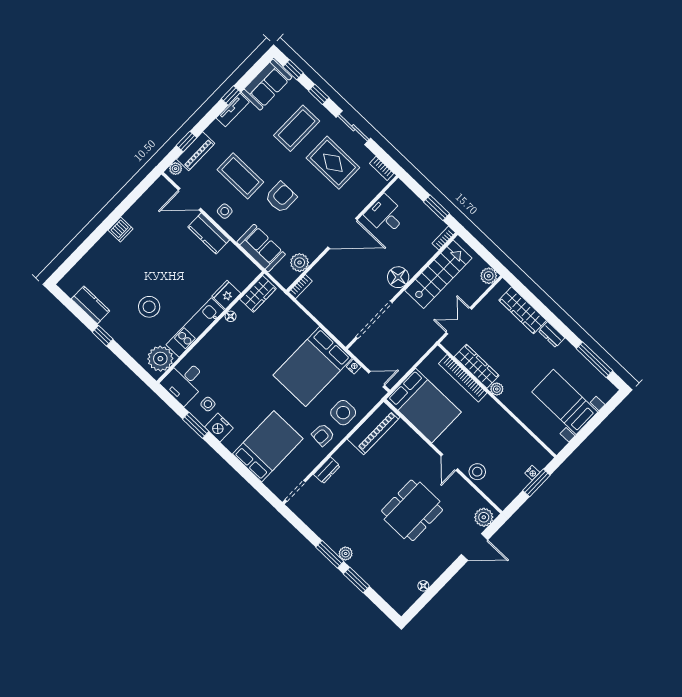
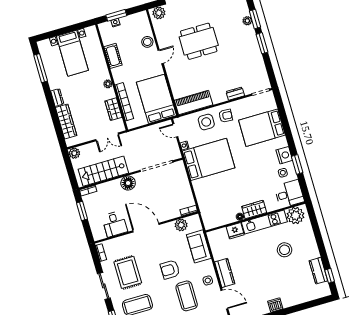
wardrobe: (258, 294) -> (254, 210), moved
window: (103, 336) -> (330, 276), moved
wardrobe: (477, 366) -> (113, 109), width x0.67
cot: (511, 429) -> (113, 56), added
plant: (346, 554) -> (247, 21), moved

